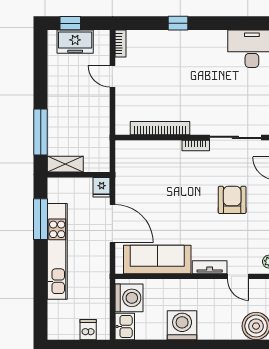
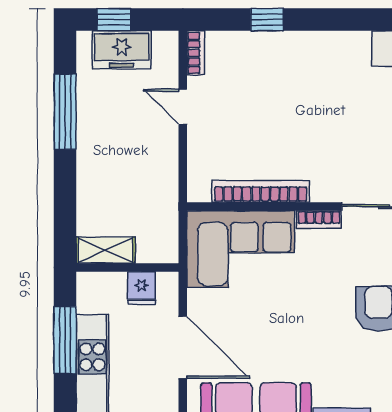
window: (178, 23) -> (267, 20), moved
window: (41, 132) -> (65, 112), moved
corner sofa: (148, 163) -> (241, 249), added
fridge: (102, 187) -> (142, 288), moved

